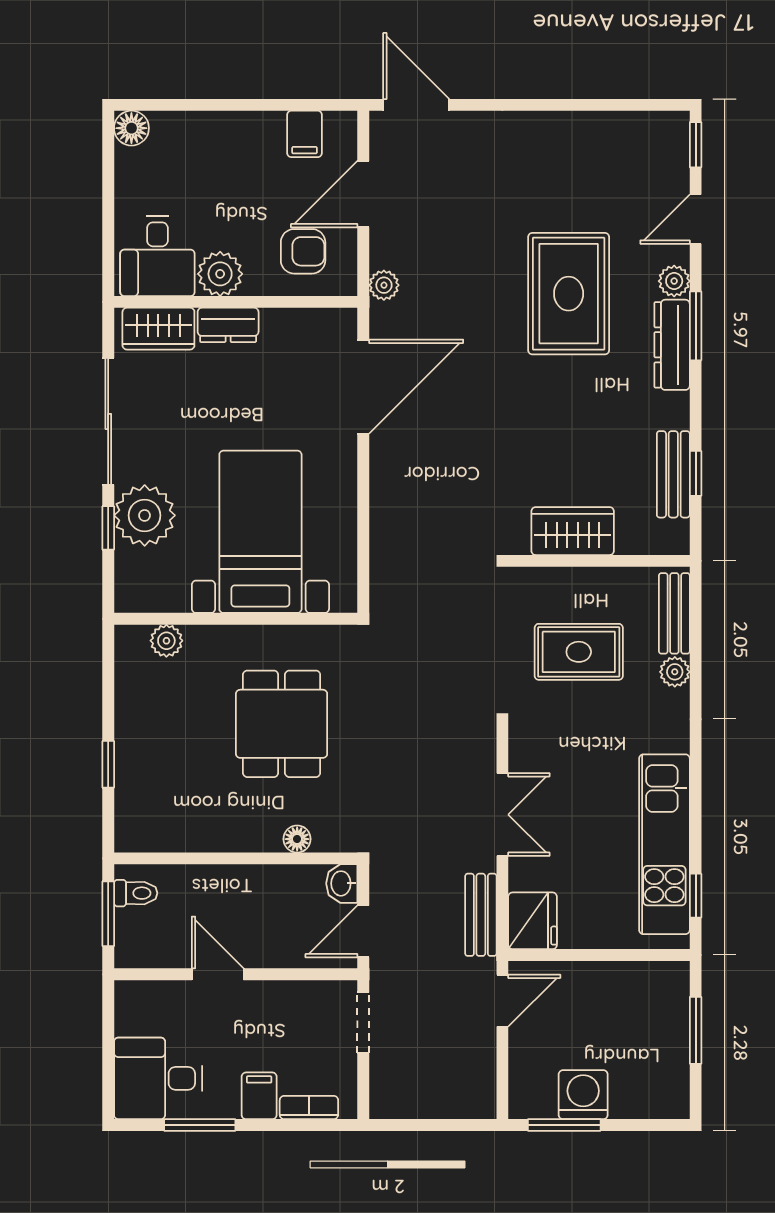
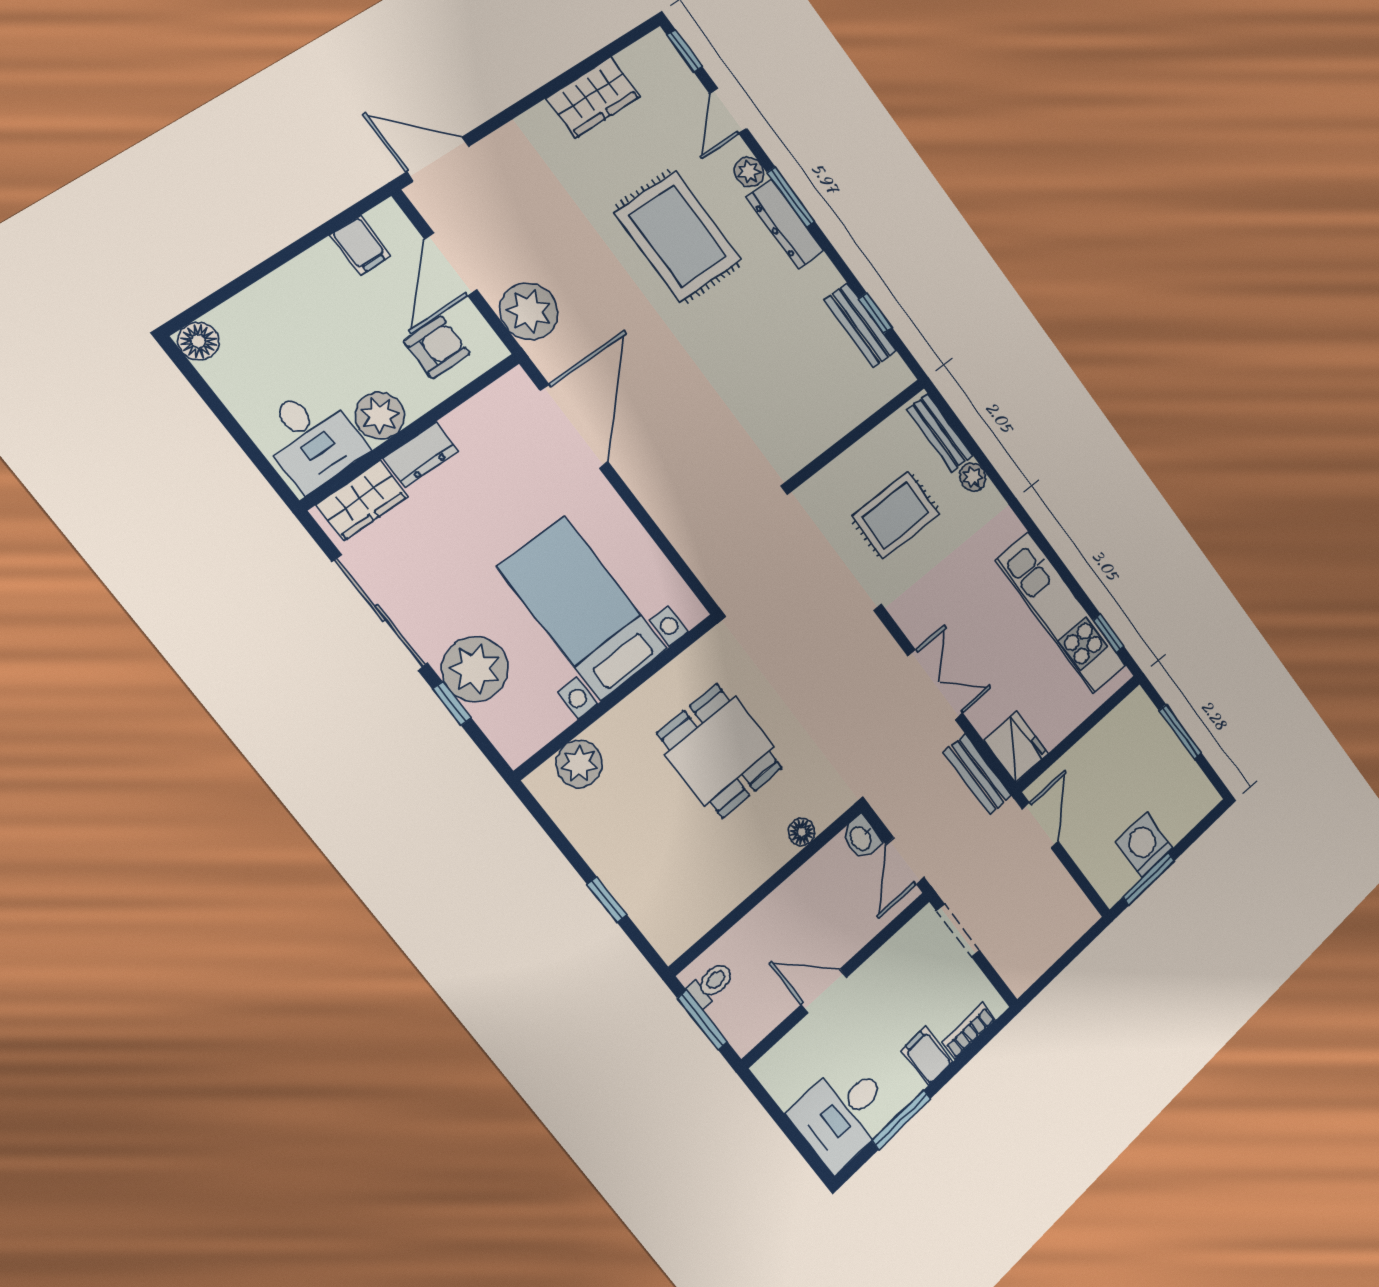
plant: (384, 285) -> (529, 311), width x1.88, depth x1.88
wardrobe: (573, 531) -> (593, 97), moved, turned 180
plant: (166, 641) -> (579, 764), width x1.38, depth x1.38

